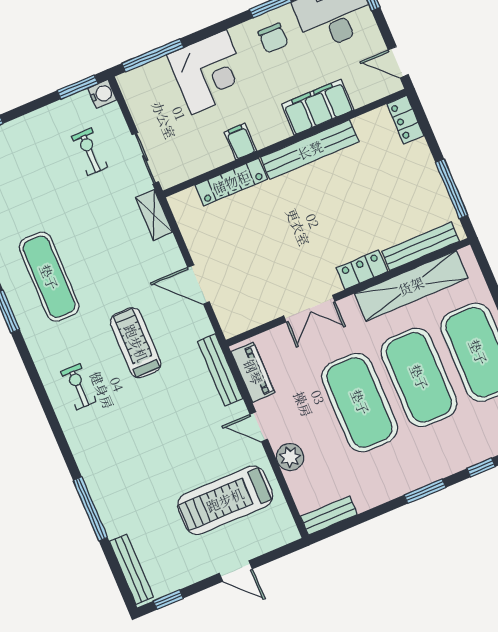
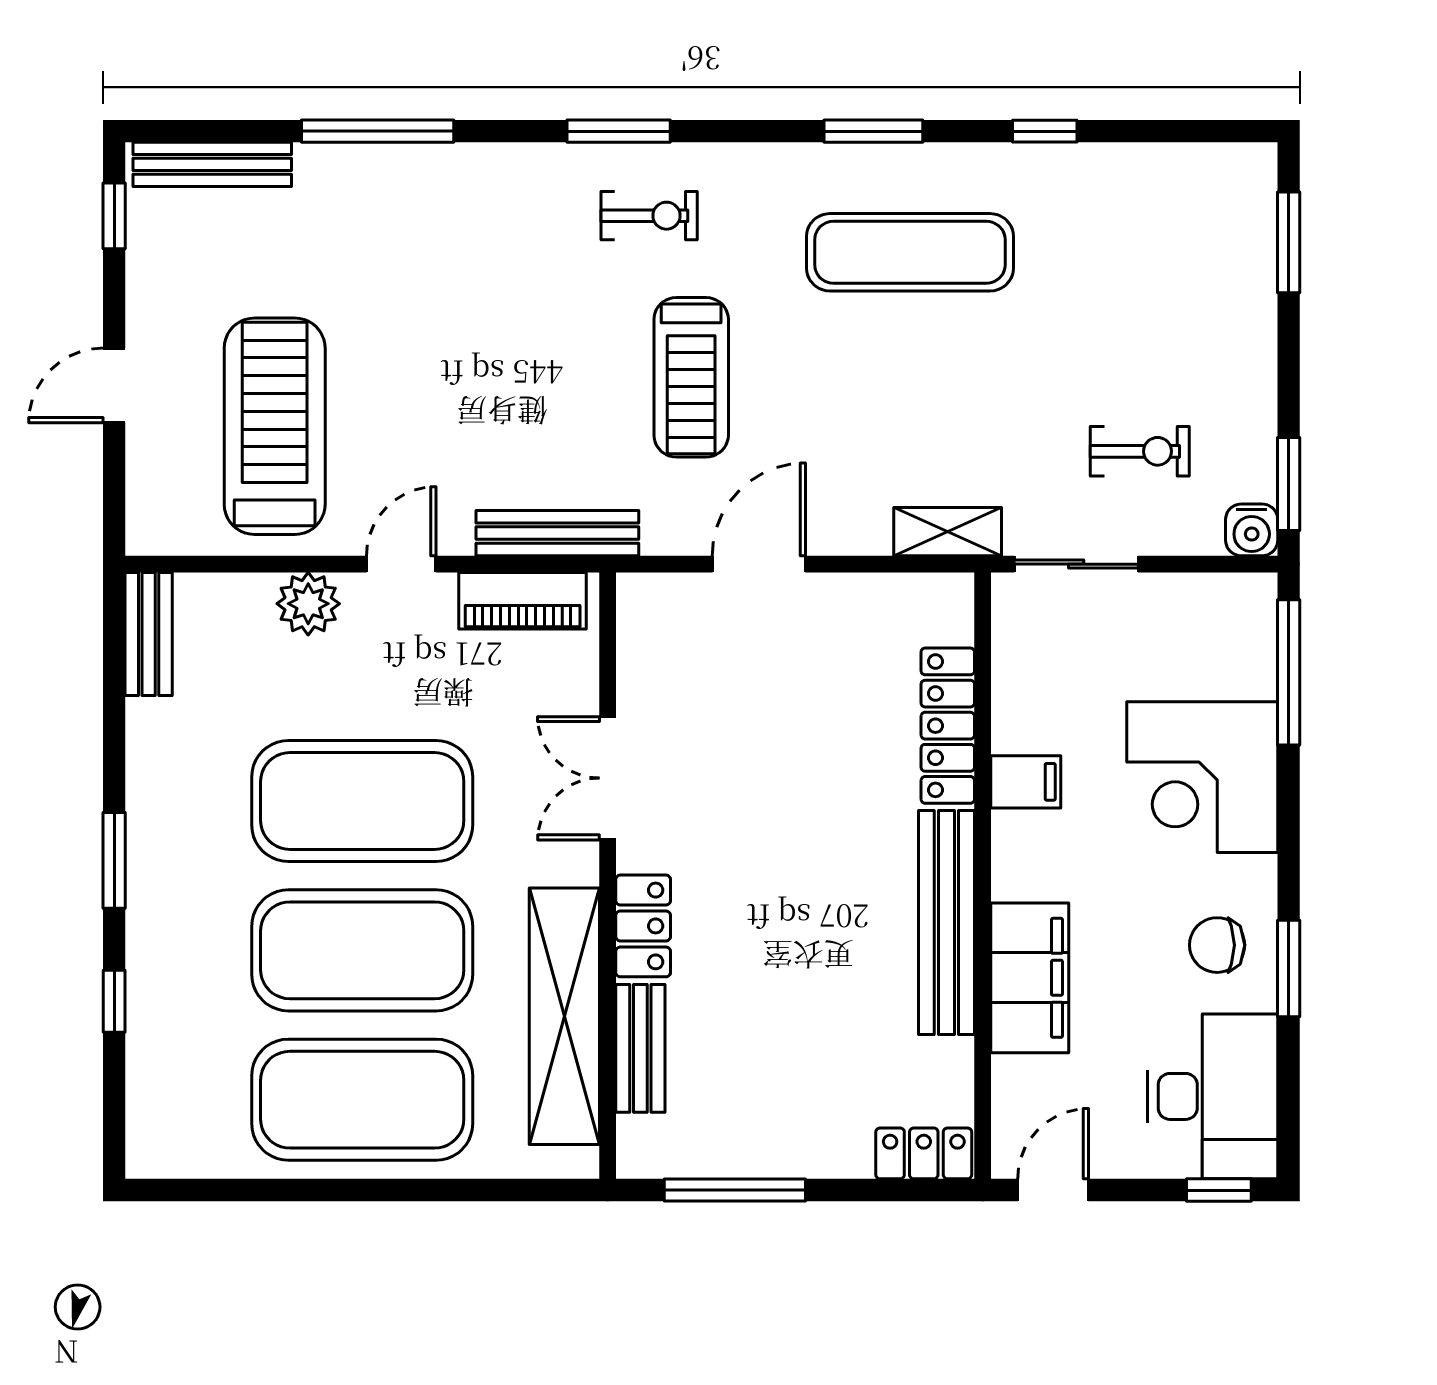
bench: (420, 246) -> (640, 1048), width x0.73
treadmill: (136, 343) -> (691, 377), turned 90
window: (50, 413) -> (619, 131), added

